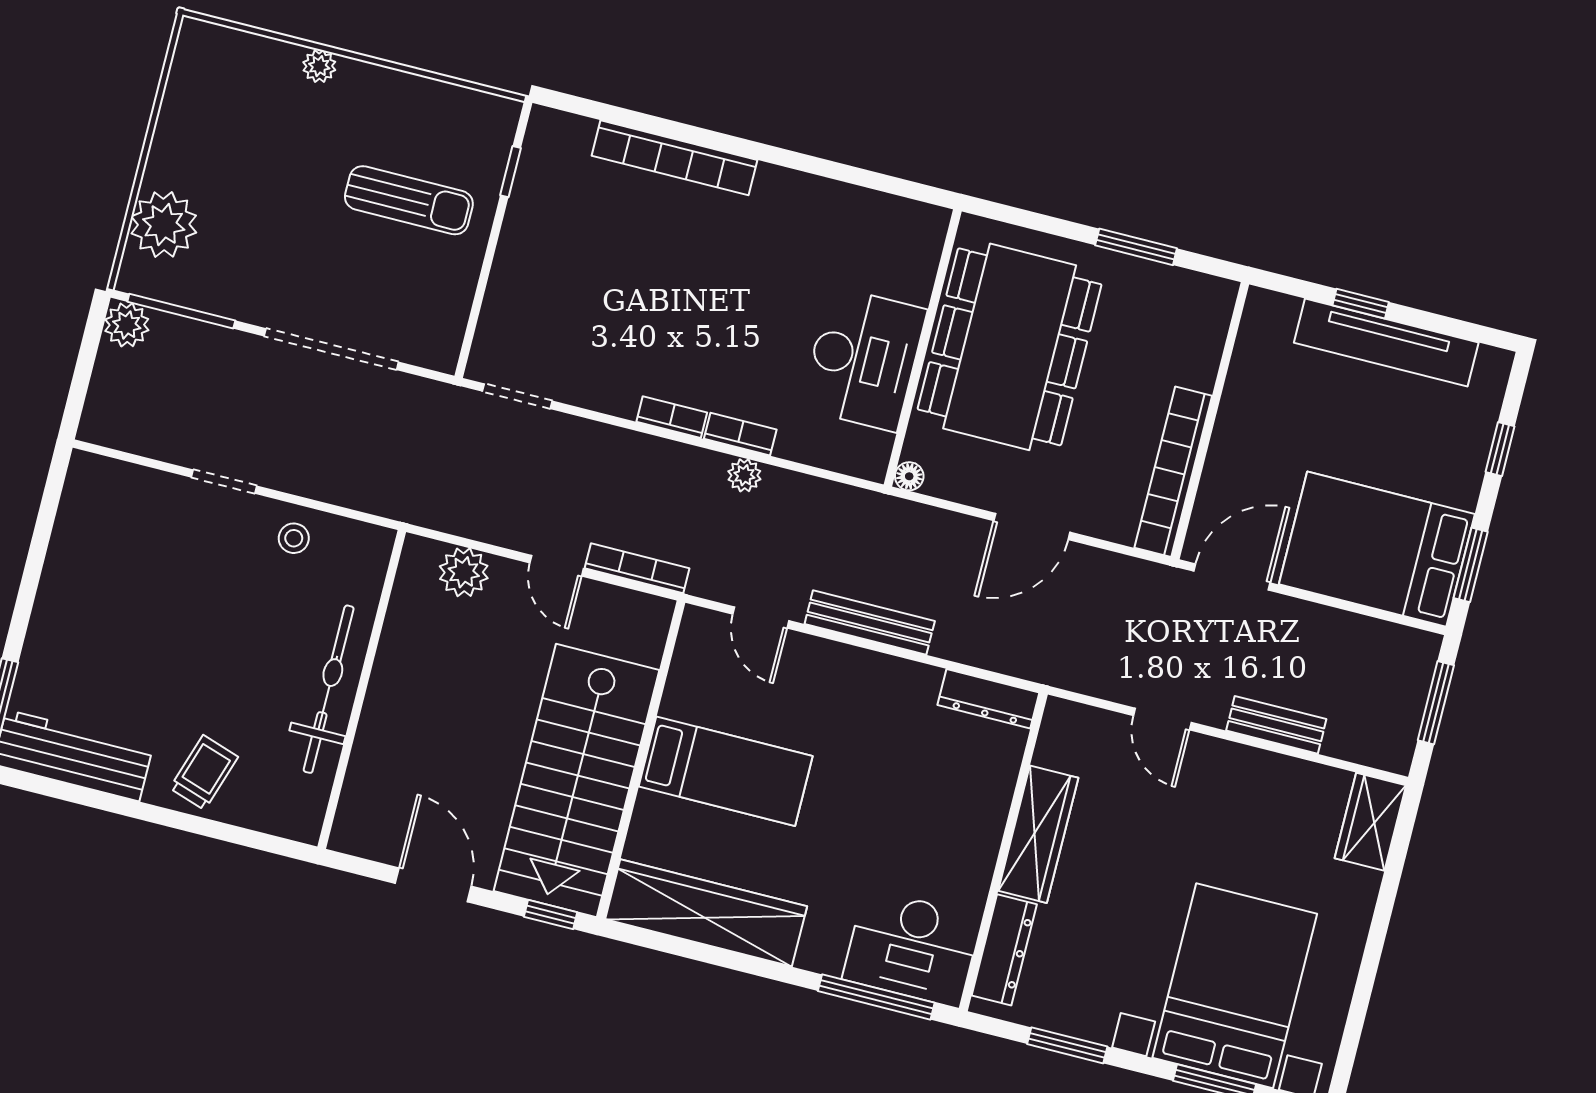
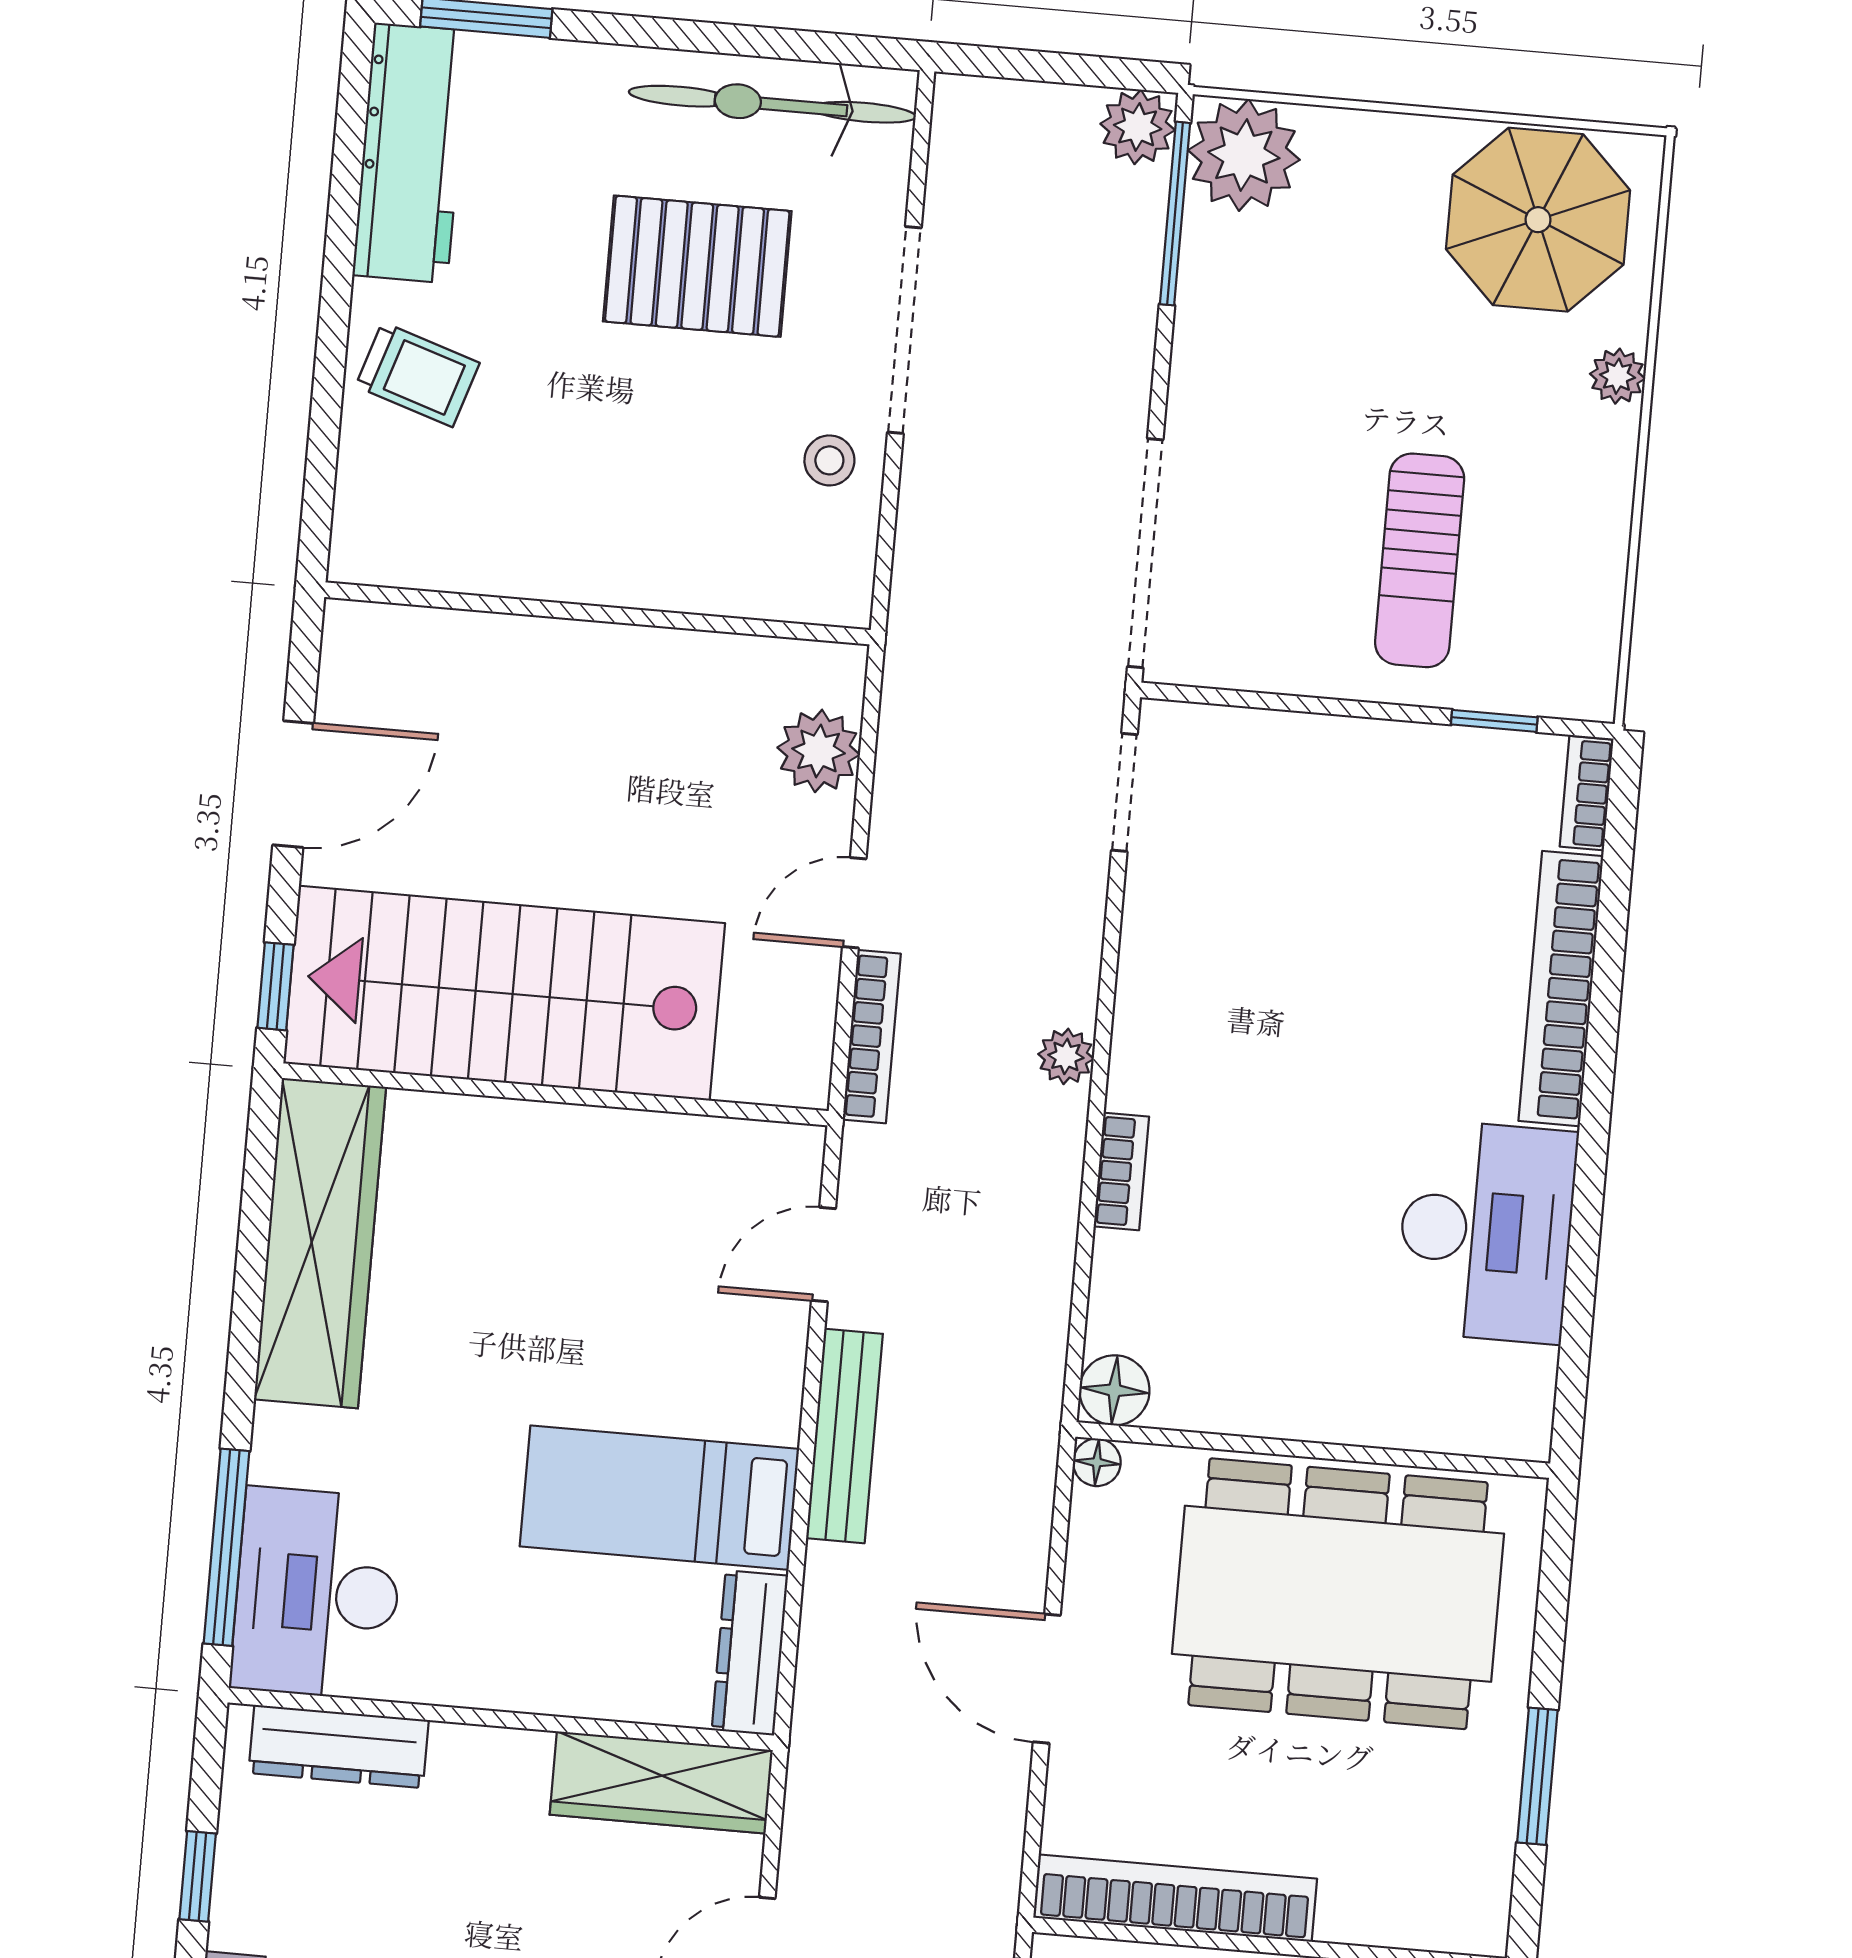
parasol: (220, 98) -> (1538, 220), added
plant: (164, 225) -> (1244, 155), moved
doorway: (331, 349) -> (1145, 553), moved
desk: (864, 359) -> (1486, 1231), moved, turned -90
bookcase: (672, 417) -> (1587, 793), moved, turned 180
floor lamp: (868, 459) -> (1114, 1390), added
plant: (744, 475) -> (1066, 1056), moved
doorway: (224, 482) -> (904, 330), width x1.88
pallet: (167, 598) -> (697, 266), added
bicycle: (329, 689) -> (772, 104), moved, turned 180
bed: (726, 771) -> (659, 1498), moved, turned 90
wardrobe: (1038, 834) -> (661, 1782), moved
window: (1067, 1045) -> (198, 1876), width x0.67

